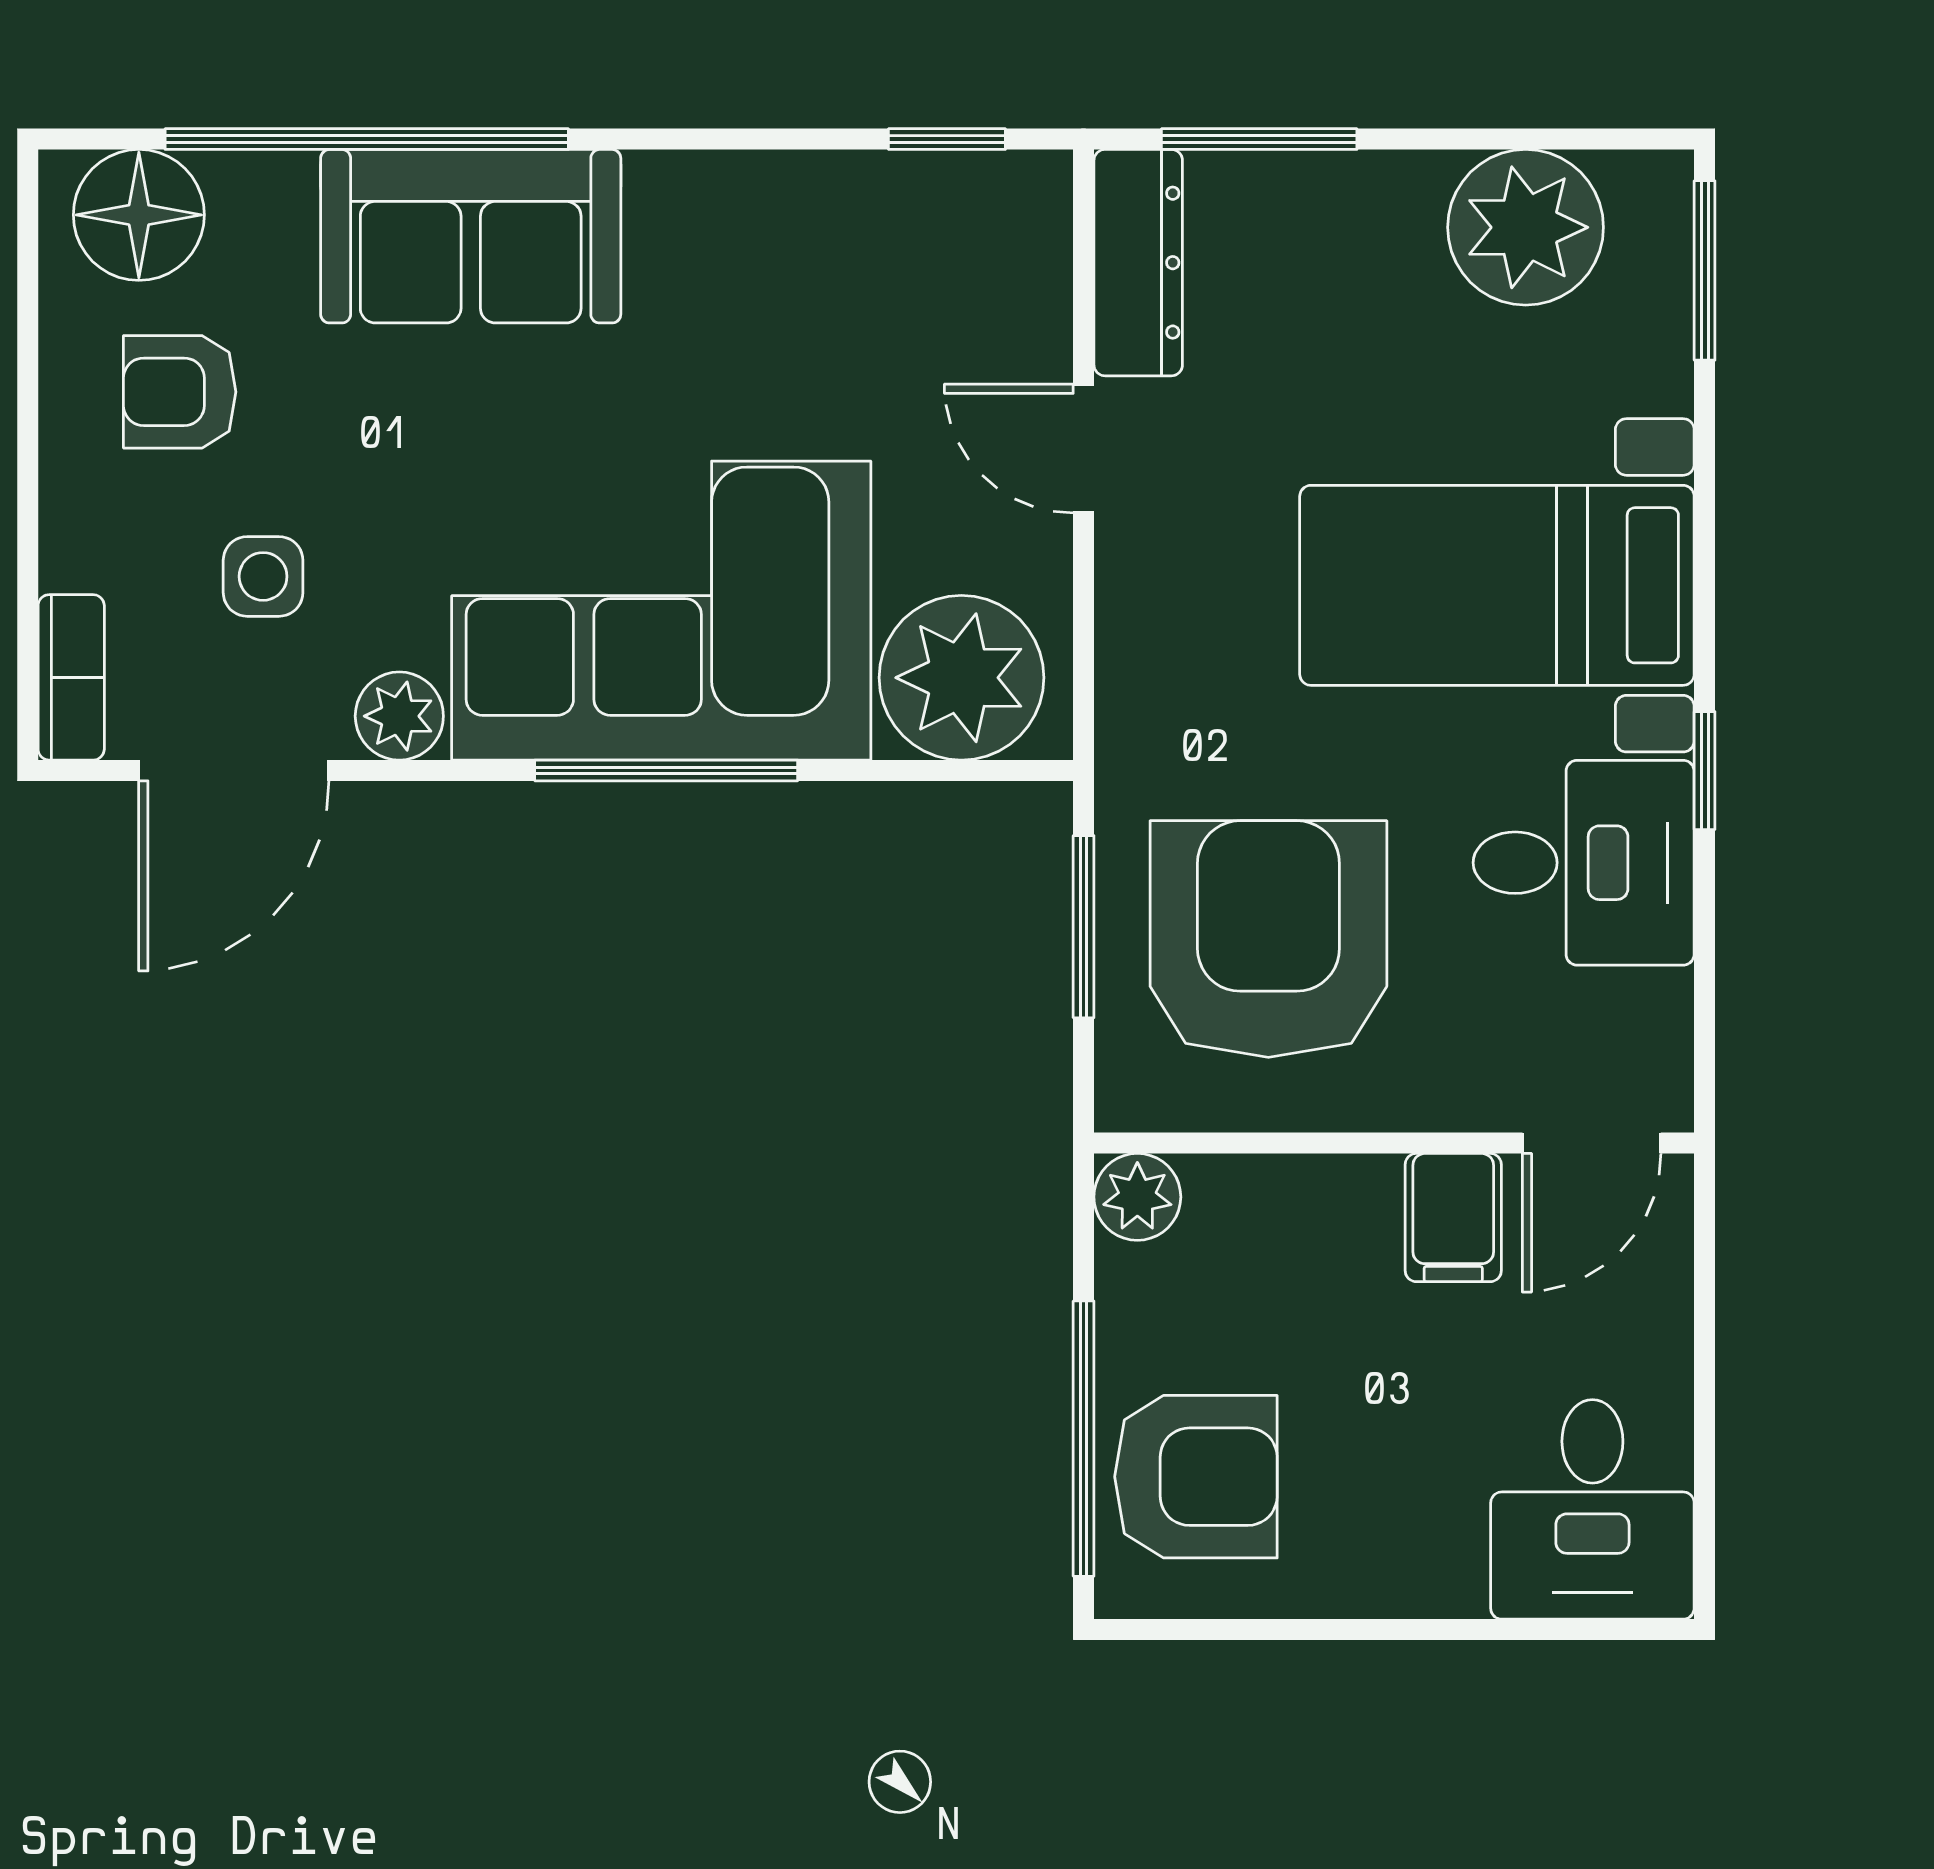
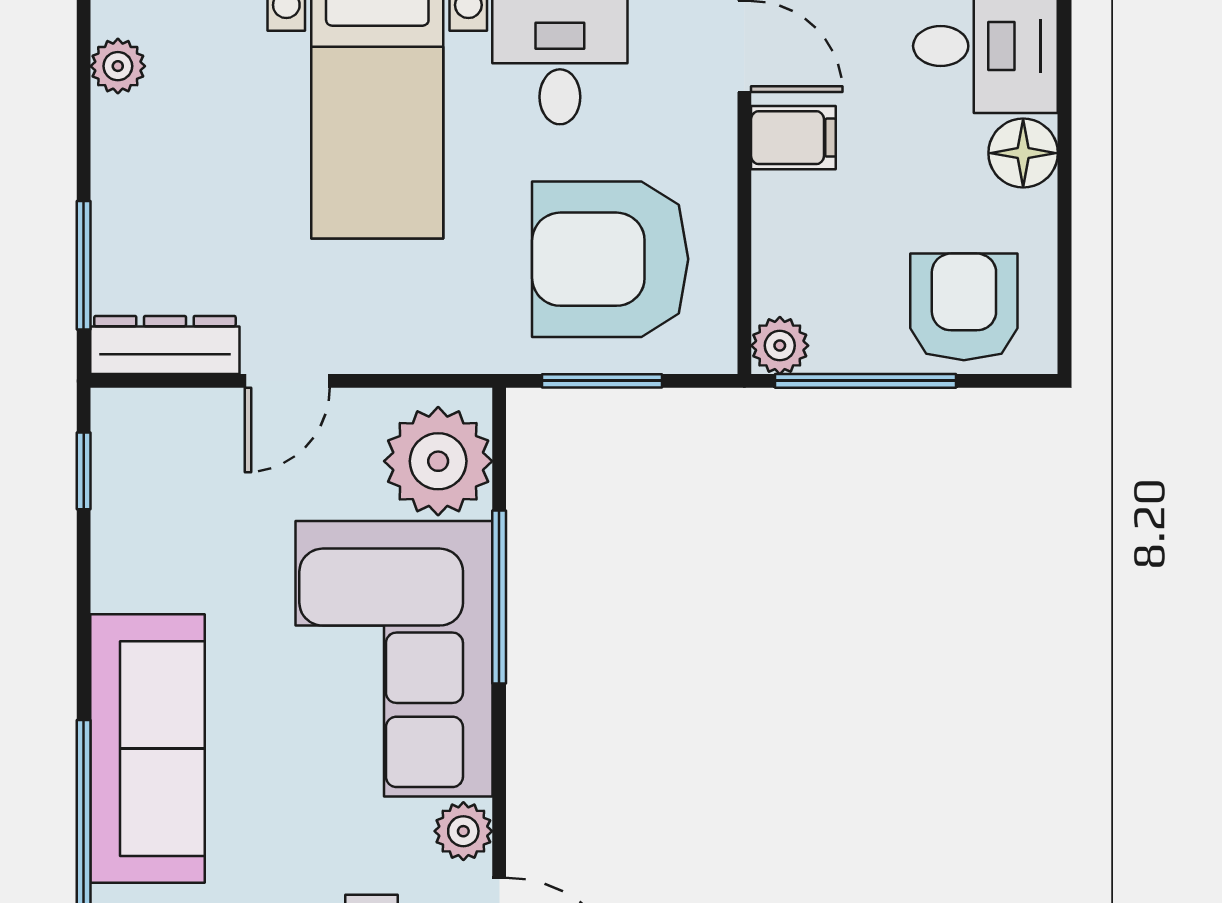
plant: (1526, 227) -> (118, 66), width x0.53, depth x0.53
sofa: (471, 236) -> (148, 749), width x1.36
window: (666, 770) -> (499, 597), moved
window: (1084, 1439) -> (865, 381), moved
floor lamp: (1430, 1567) -> (1023, 153), added

